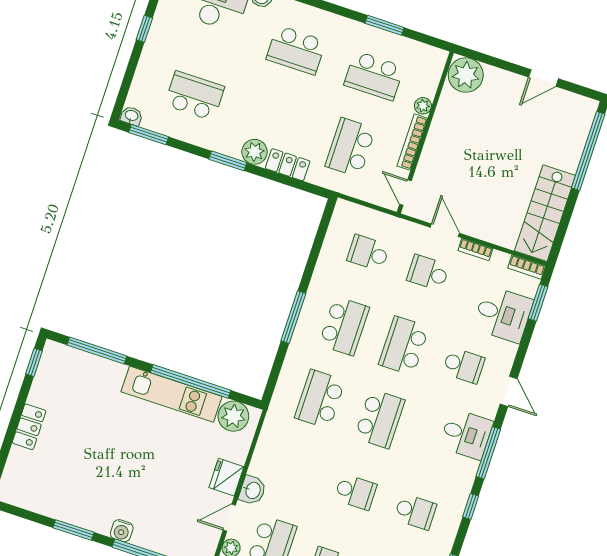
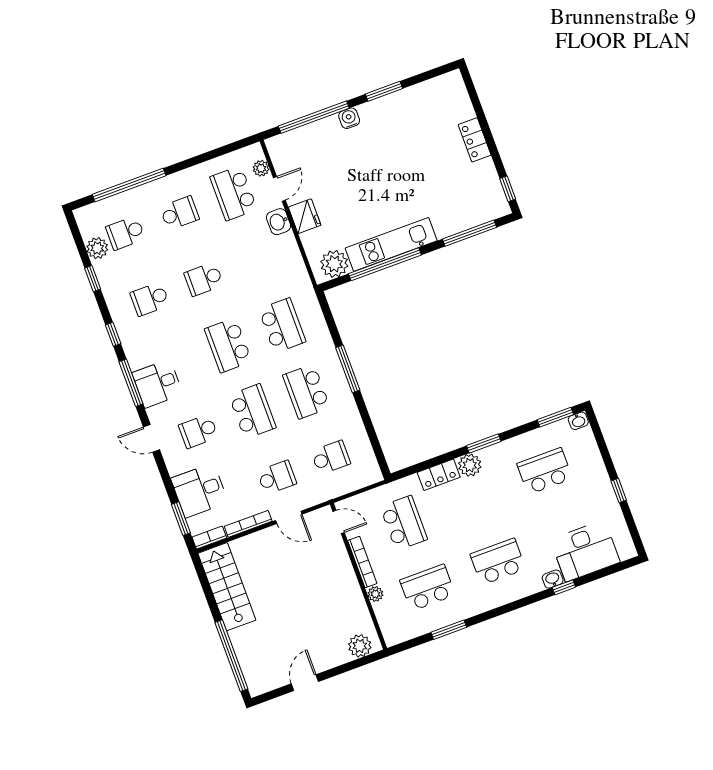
plant: (466, 75) -> (360, 646), width x0.73, depth x0.73
school desk: (195, 96) -> (545, 471), turned 180
bookcase: (475, 250) -> (248, 524), width x1.56

